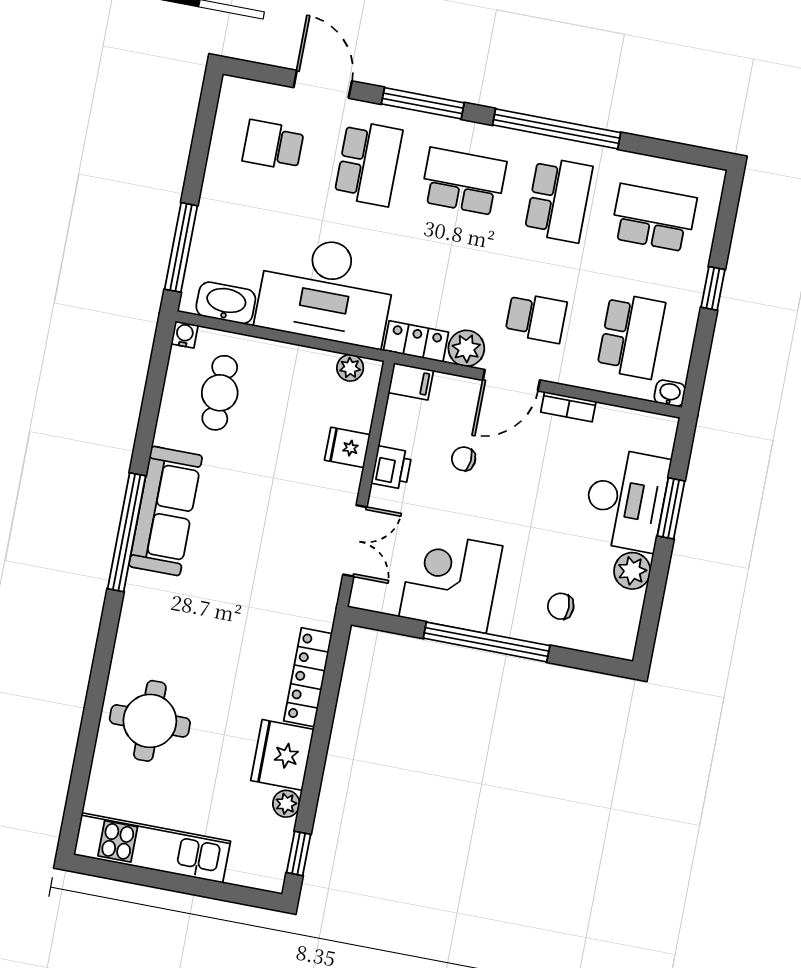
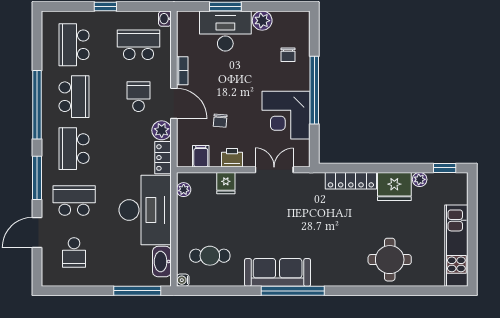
school desk: (559, 200) -> (74, 97), turned 90
filing cabinet: (411, 381) -> (201, 156), moved

